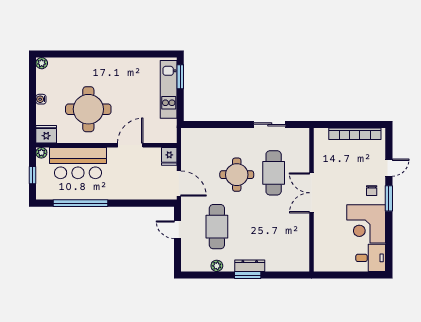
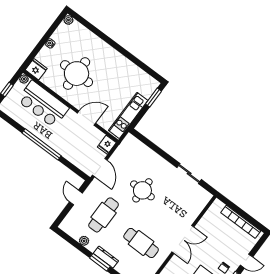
kitchen unit: (169, 89) -> (128, 115), moved
cafe table: (274, 173) -> (141, 243), moved, turned 90
double door: (312, 193) -> (183, 239), swing flipped
window: (80, 203) -> (42, 144), moved

